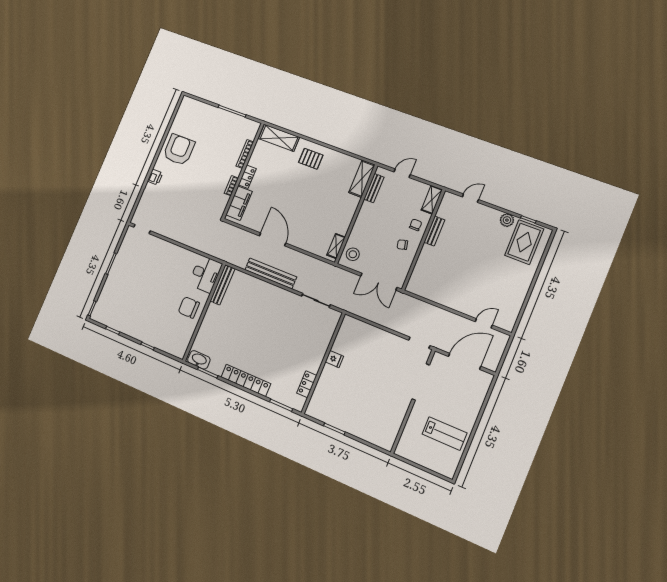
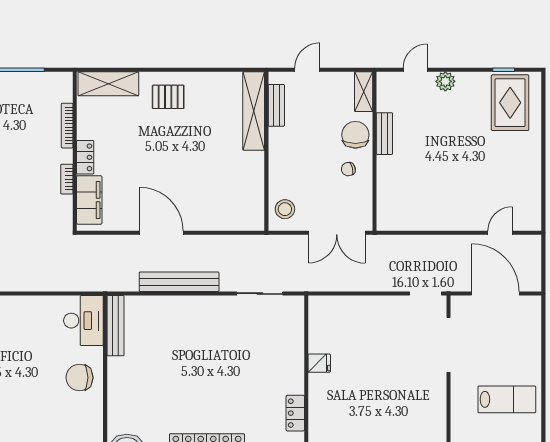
shelving: (362, 179) -> (254, 111), width x1.47
plant: (507, 220) -> (445, 81), moved
chair: (416, 225) -> (355, 135), width x1.87, depth x1.87
shelving: (336, 246) -> (257, 207), removed
door: (465, 361) -> (495, 294), hinge flipped

